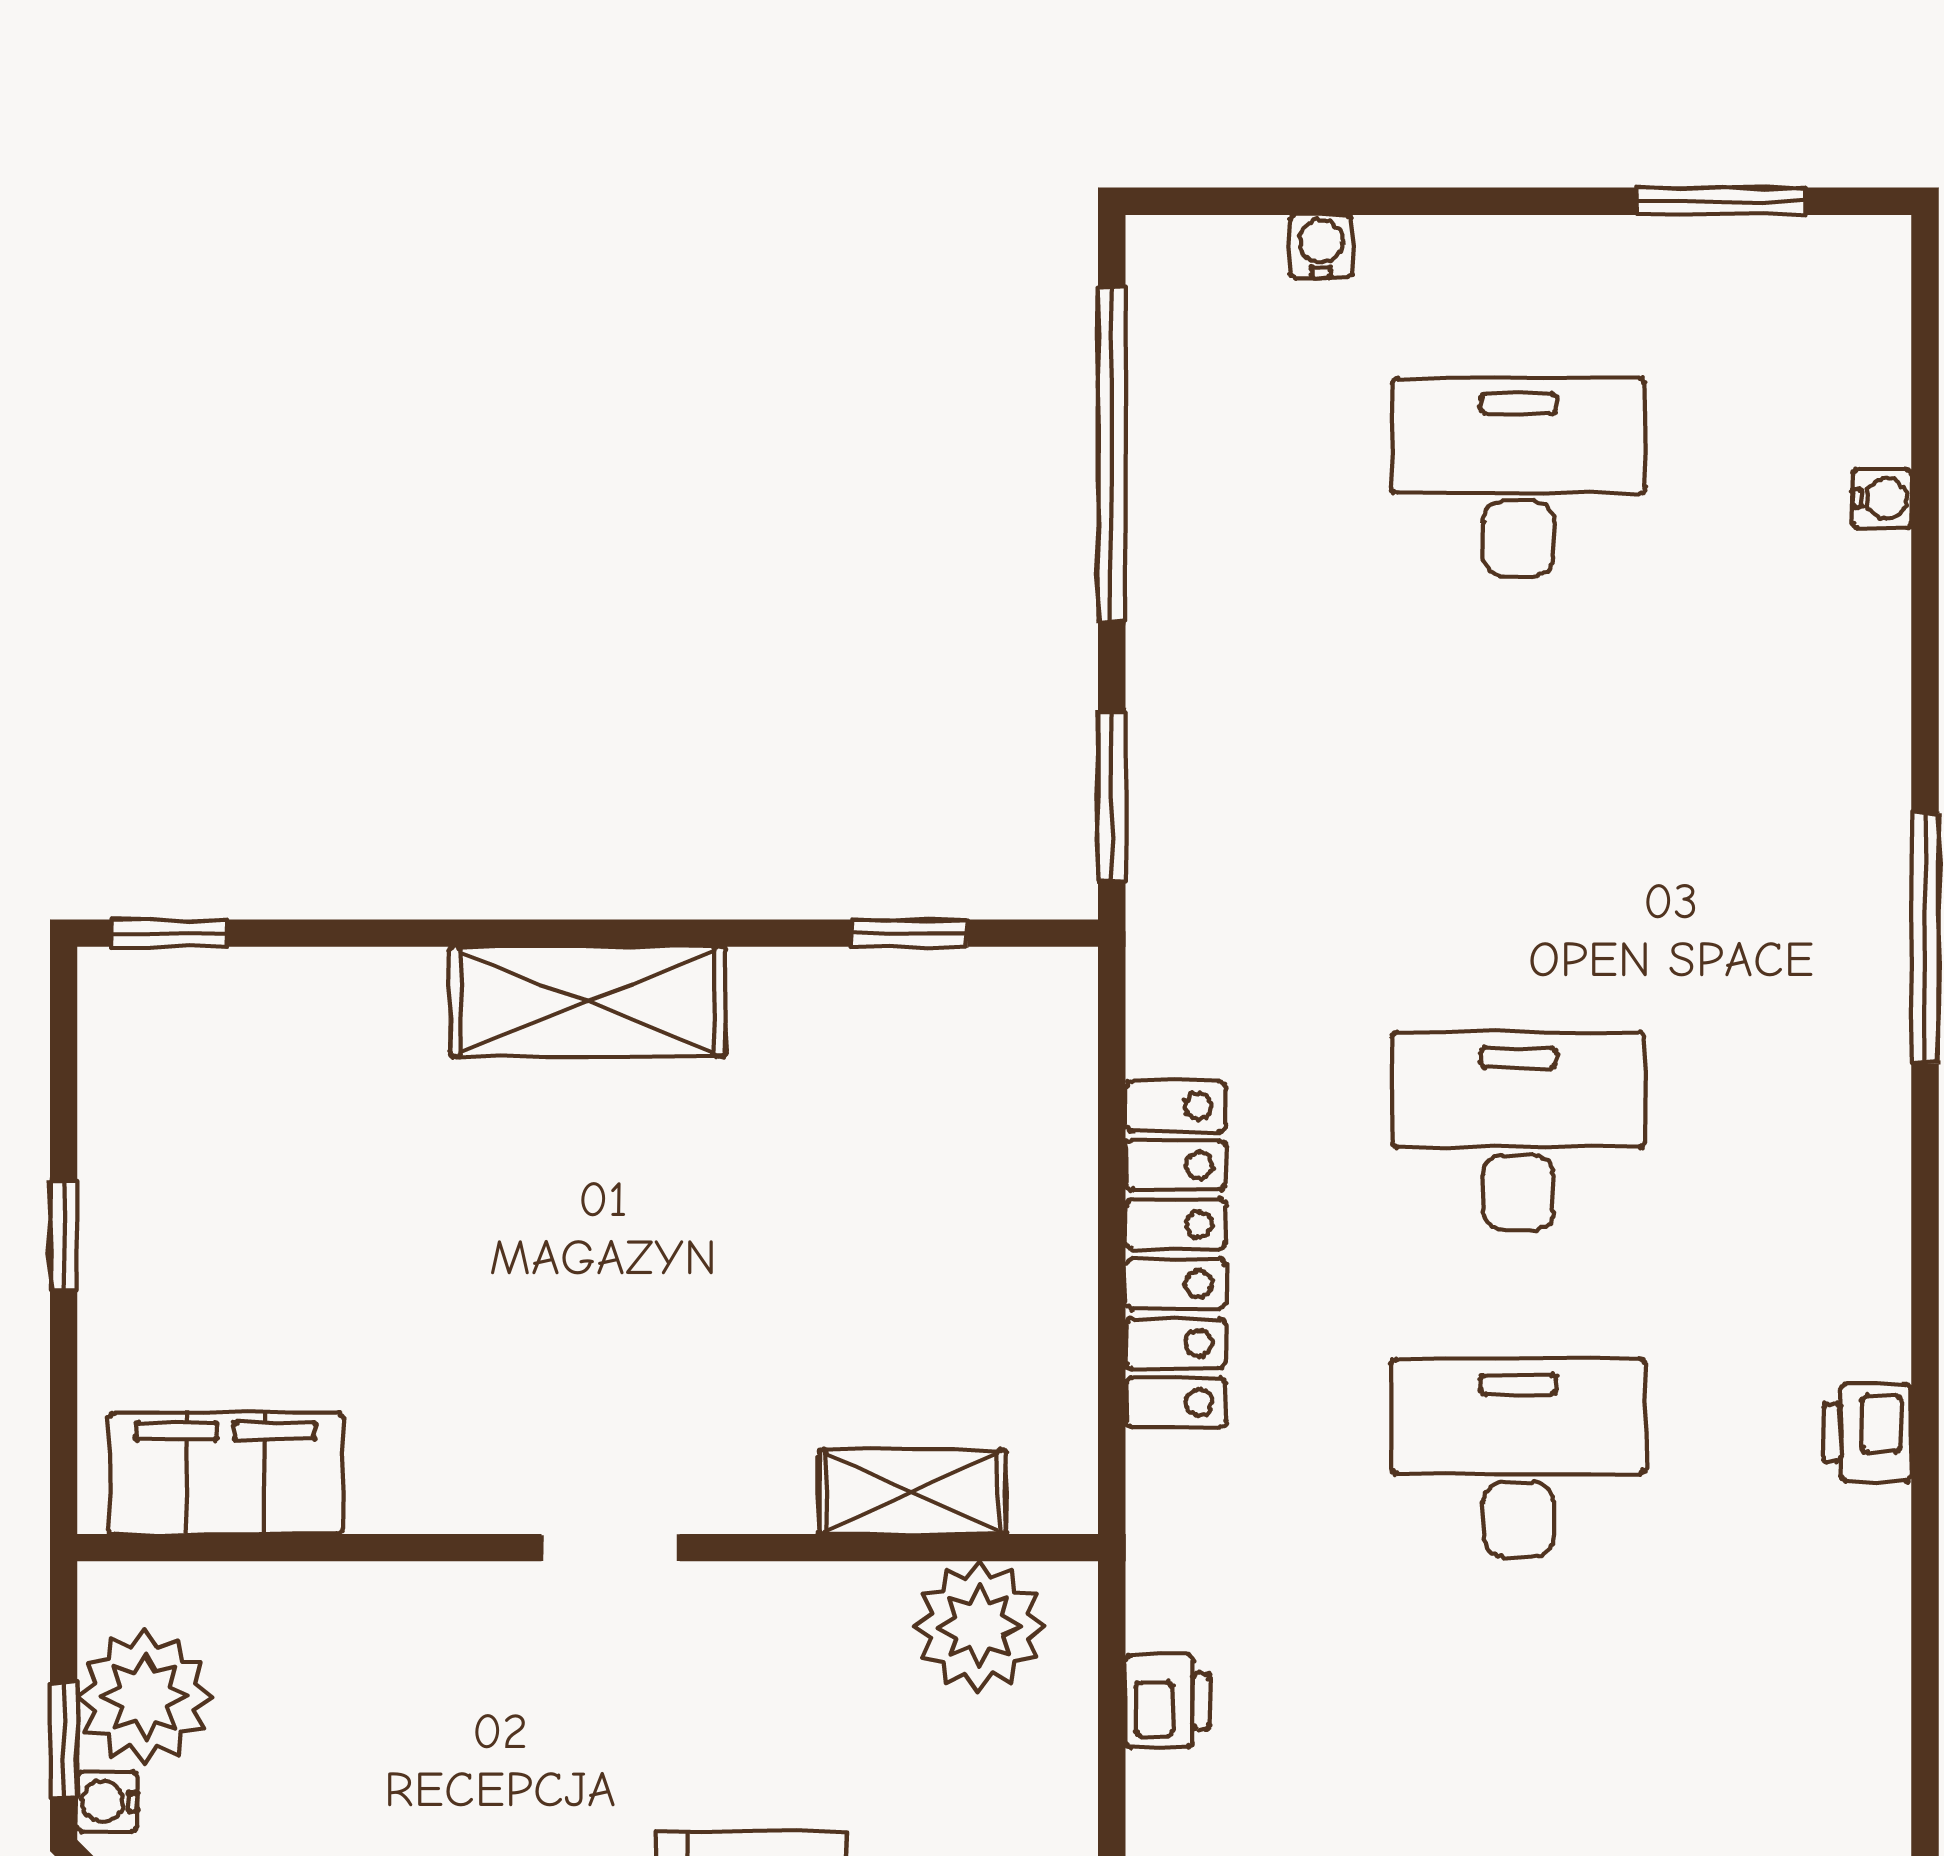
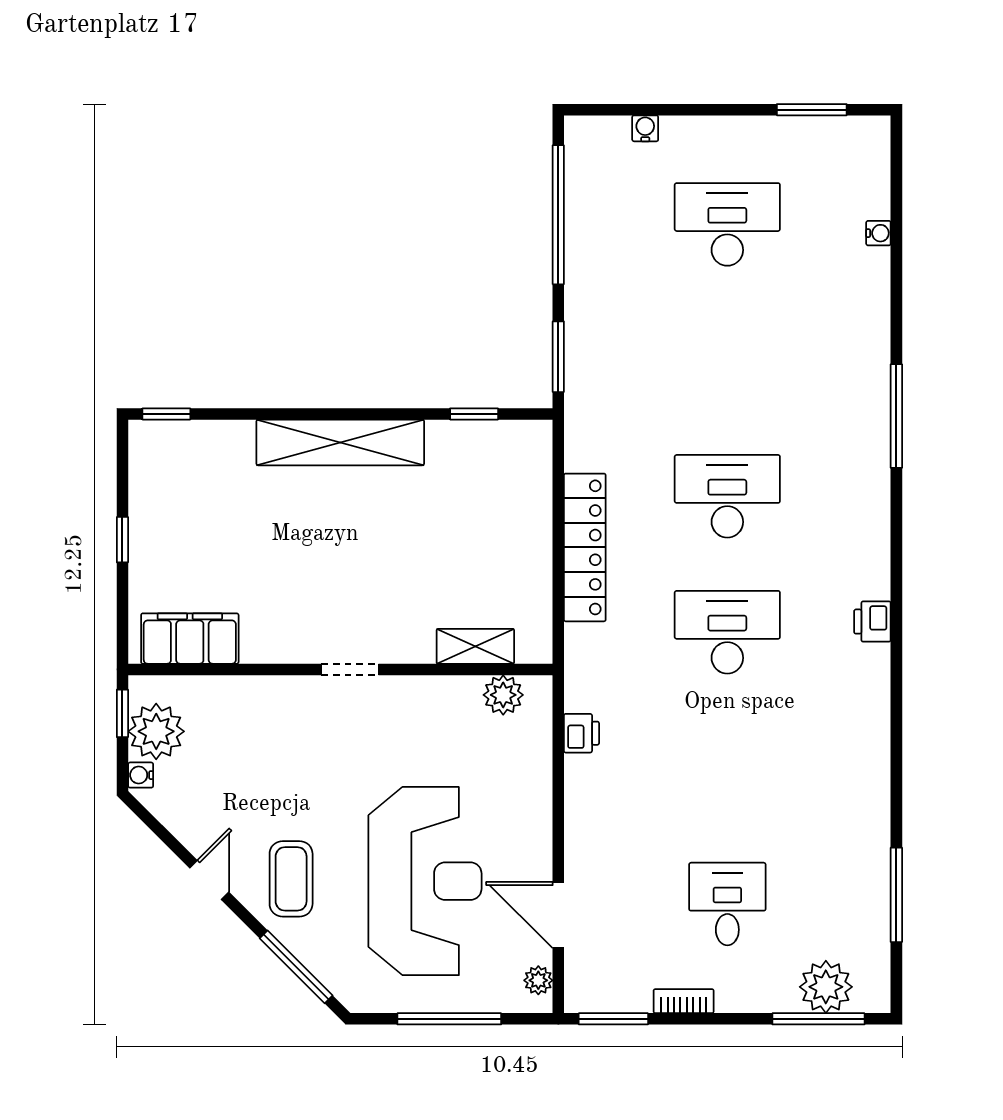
shelving: (587, 1002) -> (340, 442), width x1.47
plant: (979, 1626) -> (503, 695), width x0.73, depth x0.73
window: (64, 1740) -> (122, 713), moved

